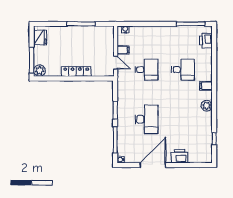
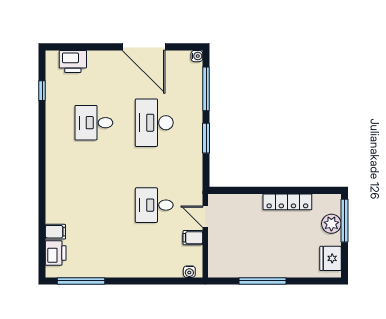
desk: (183, 70) -> (94, 123), moved
plant: (40, 71) -> (331, 224), moved
locker: (76, 72) -> (287, 202), moved
filing cabinet: (206, 86) -> (55, 232), moved
plant: (207, 106) -> (55, 145), removed
printer: (180, 156) -> (73, 61), moved
door: (153, 165) -> (144, 47), hinge flipped

